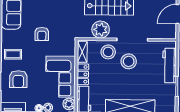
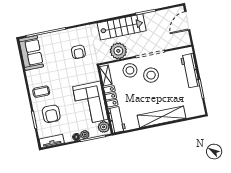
armchair: (42, 34) -> (78, 52), moved

